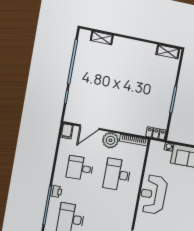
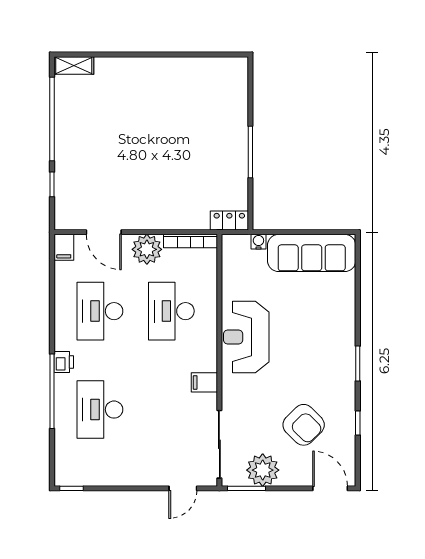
shelving: (102, 38) -> (74, 65), moved
shelving: (168, 52) -> (223, 66), removed
door: (89, 127) -> (104, 232), hinge flipped
desk: (80, 168) -> (100, 311), width x1.37
filing cabinet: (127, 214) -> (204, 382), added

